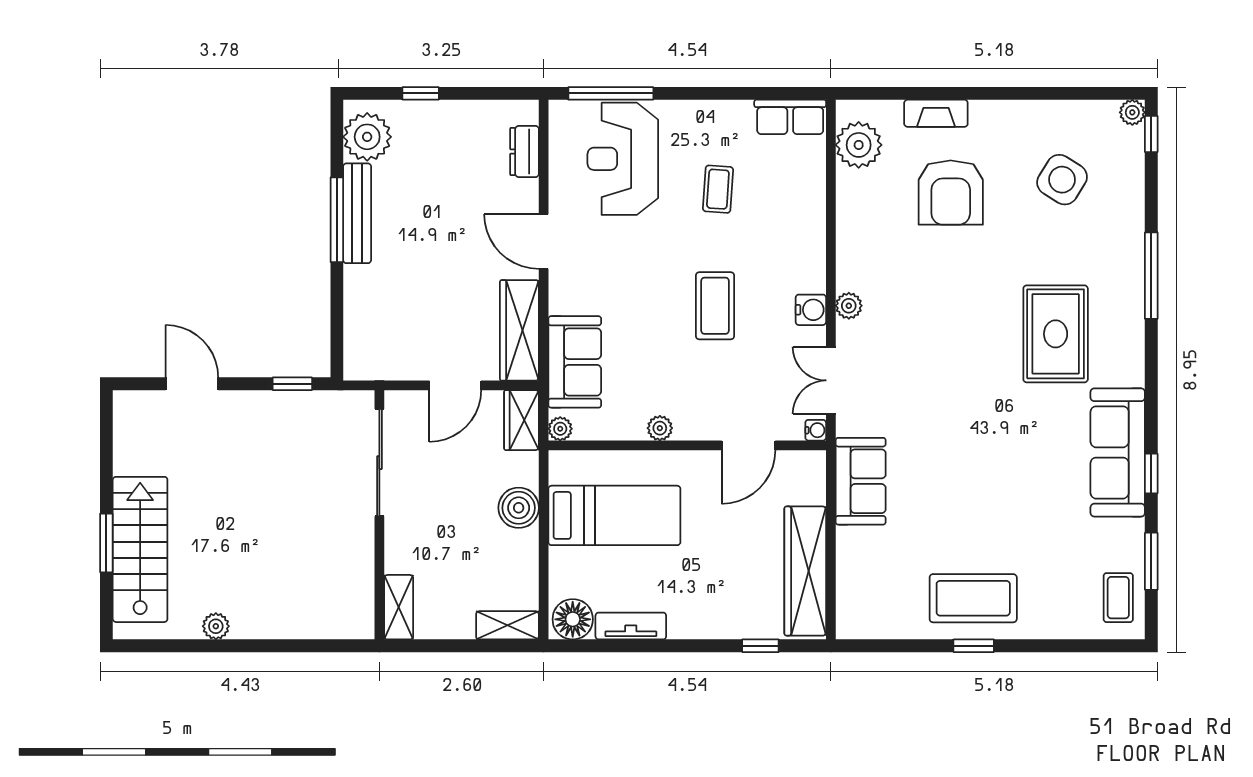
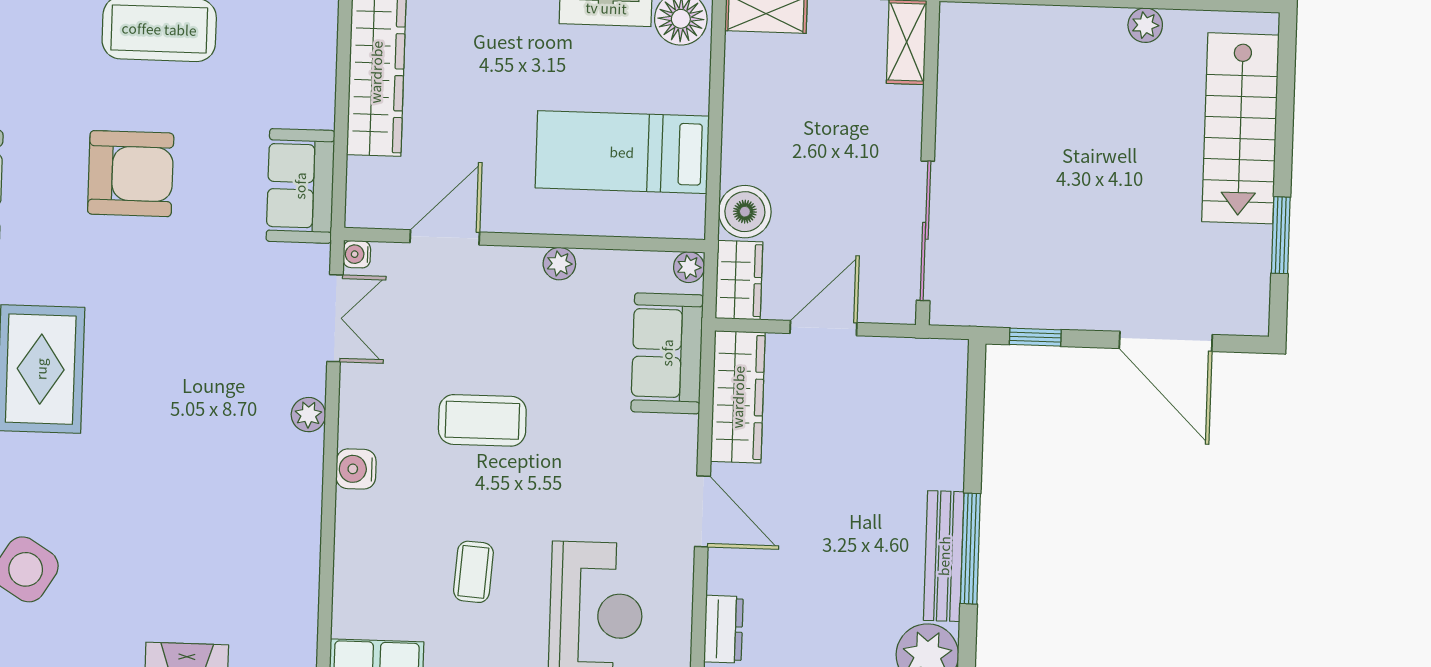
plant: (859, 145) -> (289, 623), removed
armchair: (951, 193) -> (131, 174), moved, turned 90
coffee table: (715, 306) -> (482, 420), turned 90
water cooler: (811, 310) -> (356, 469), moved
door: (192, 384) -> (1166, 341), width x1.36
boiler: (519, 508) -> (745, 212), moved
window: (106, 543) -> (1281, 235), moved

